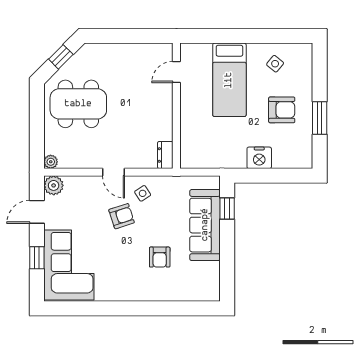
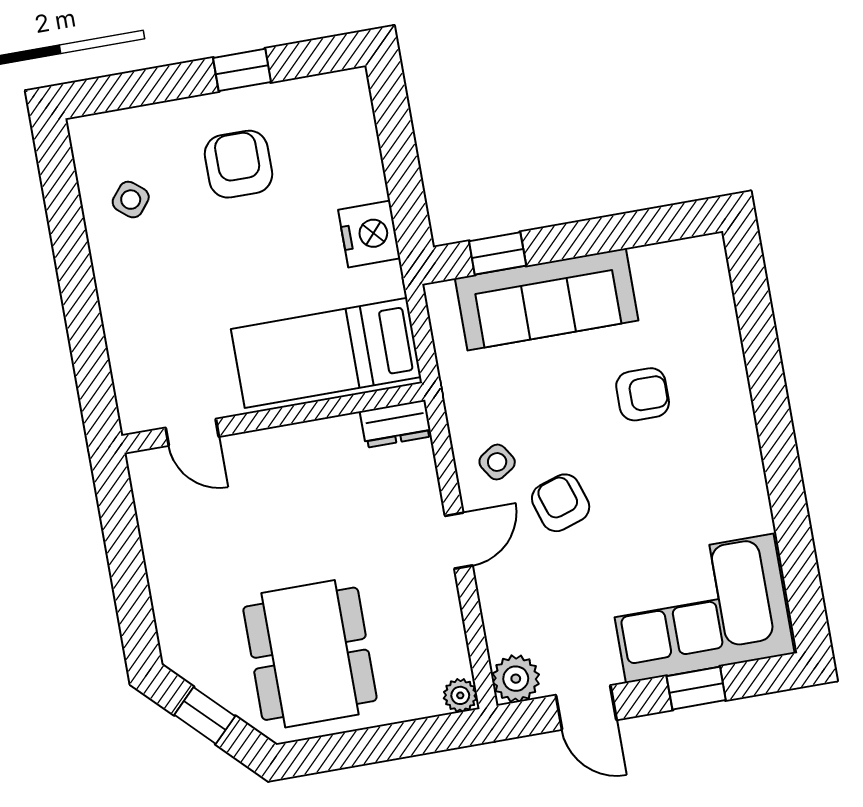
bed: (229, 80) -> (326, 353), moved, turned 180
window: (320, 118) -> (242, 70), width x0.67
nightstand: (259, 158) -> (369, 234), moved

